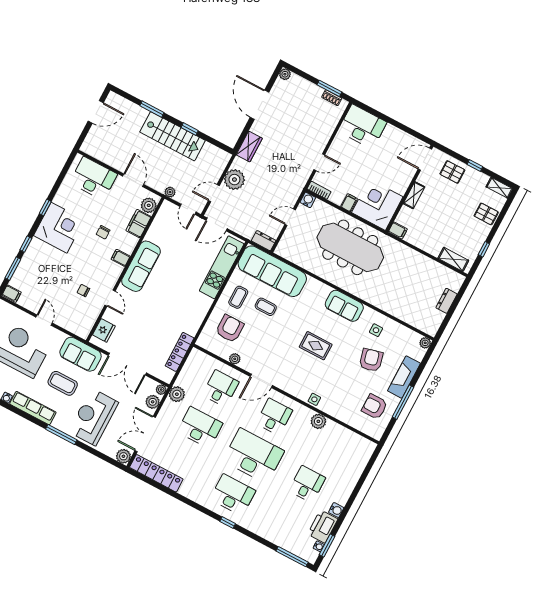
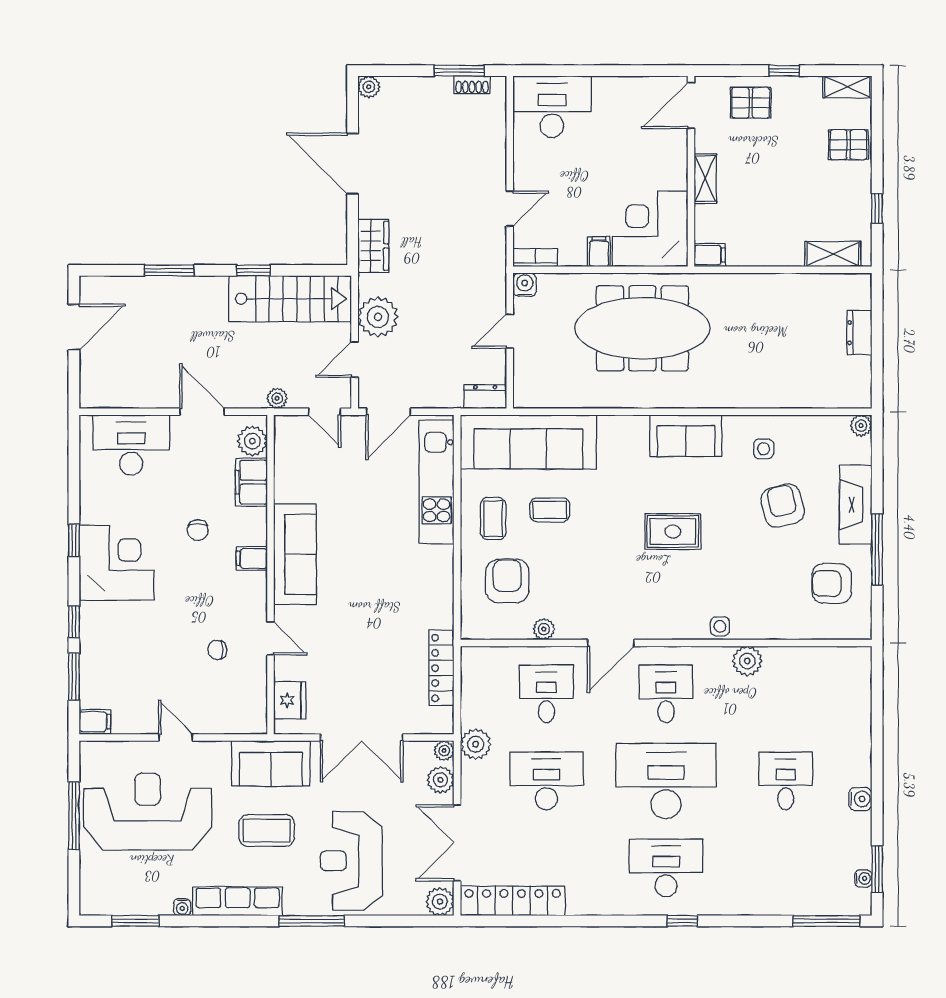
stairs: (173, 136) -> (290, 299), moved
printer: (323, 527) -> (852, 840), removed

